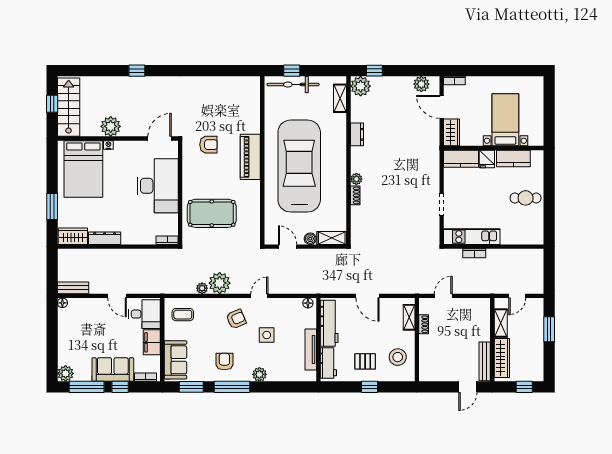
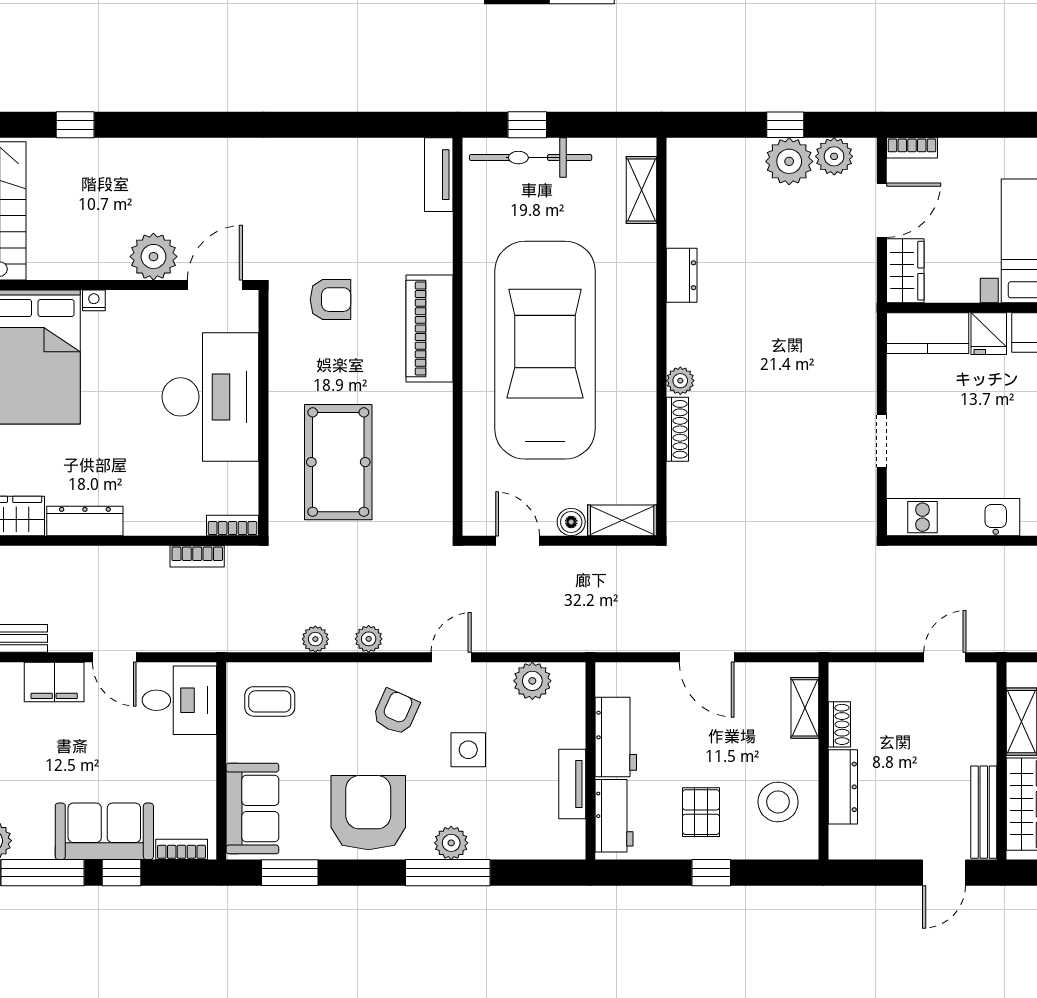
window: (137, 71) -> (75, 125), moved
window: (374, 71) -> (785, 125), moved
plant: (361, 86) -> (789, 161), moved
tv unit: (254, 92) -> (439, 175), added
door: (442, 107) -> (882, 210), swing flipped
plant: (111, 126) -> (153, 257), moved
shoe rack: (355, 195) -> (677, 429), width x1.43
pool table: (212, 213) -> (338, 462), turned 90
bookcase: (474, 253) -> (197, 556), moved
plant: (220, 283) -> (369, 639), width x0.53, depth x0.53
door: (443, 296) -> (945, 657), moved
floor lamp: (308, 303) -> (566, 674), removed
plant: (294, 306) -> (532, 681), added
armchair: (236, 319) -> (396, 712), turned -43
workbench: (329, 323) -> (616, 737), width x0.73
filing cabinet: (152, 342) -> (54, 682), moved, turned -90
tv unit: (311, 349) -> (572, 784), width x0.71
dresser: (425, 351) -> (843, 787), added
pallet: (365, 361) -> (701, 812), turned 90
armchair: (224, 362) -> (368, 813), width x1.88, depth x1.88
window: (232, 387) -> (448, 873), moved

